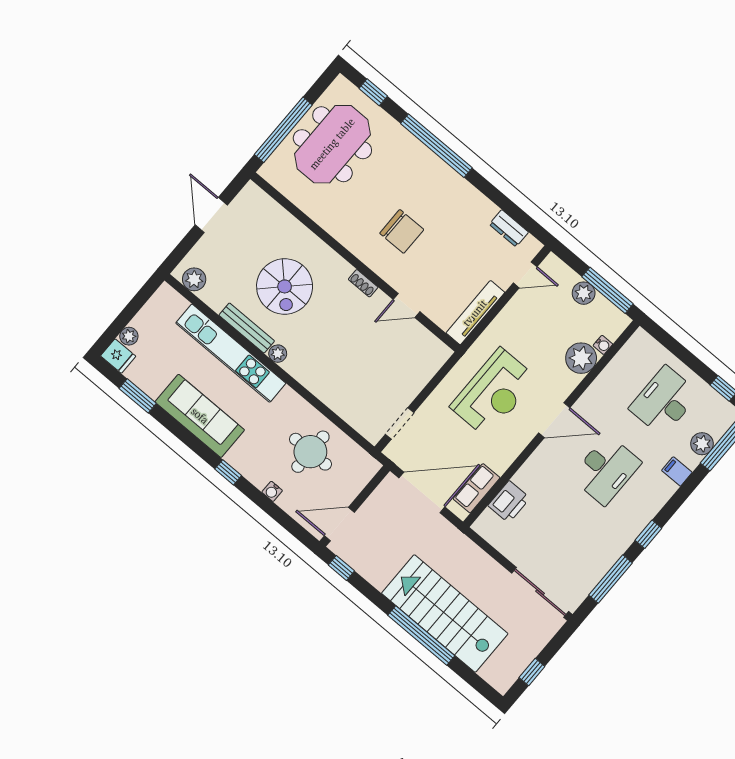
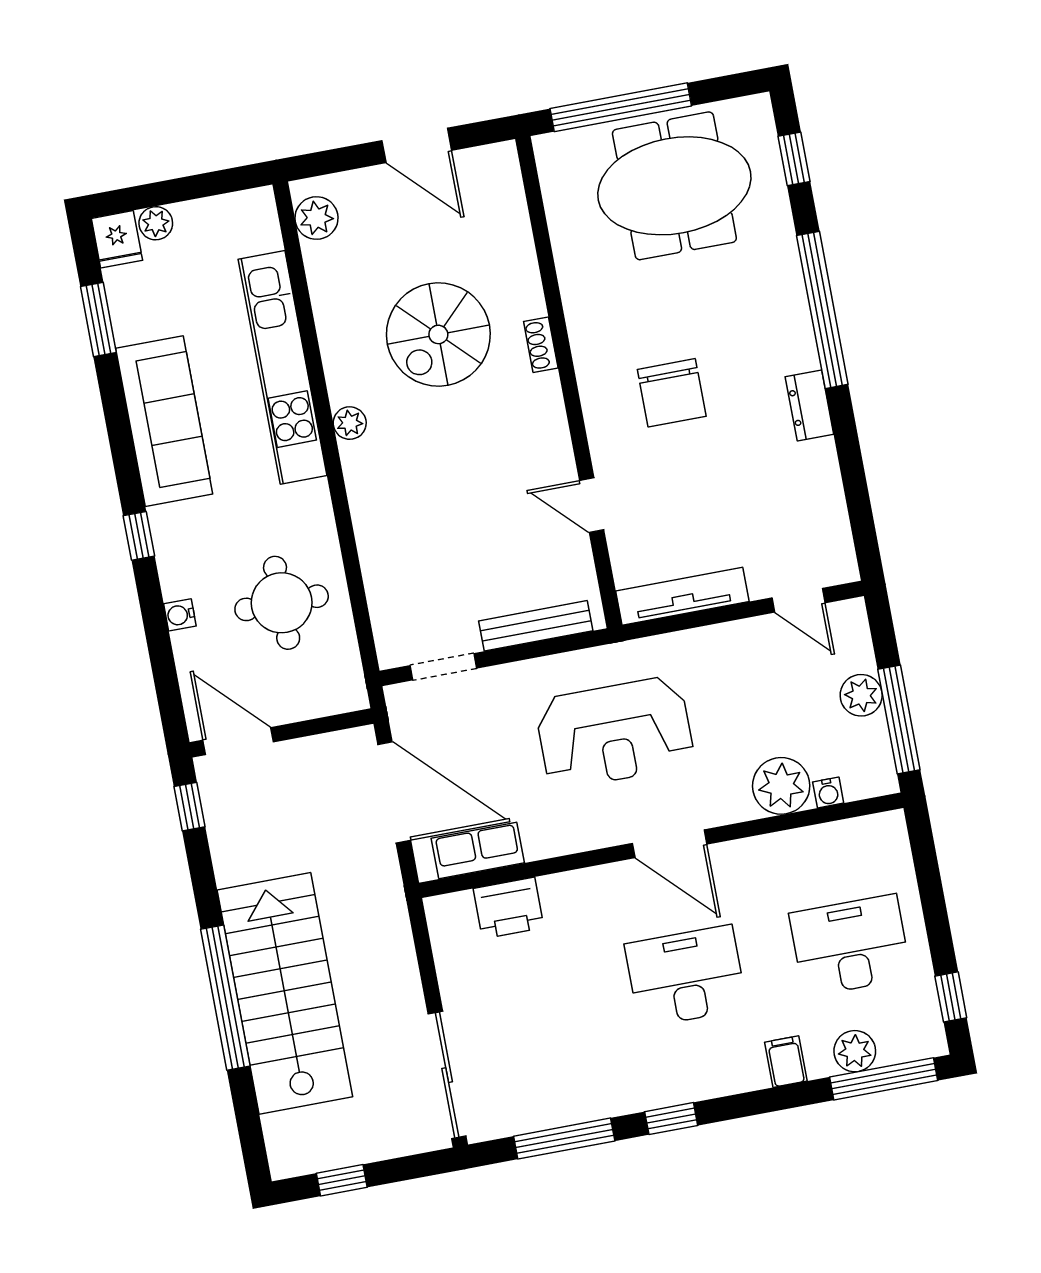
door: (211, 215) -> (417, 145), swing flipped
dresser: (509, 228) -> (809, 405), moved
shoe rack: (363, 283) -> (541, 345), moved
bench: (247, 328) -> (536, 626), moved, turned 90
desk: (606, 470) -> (686, 976), turned 180

